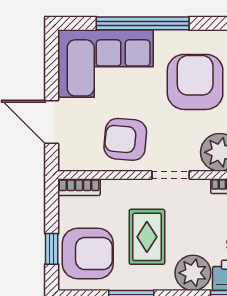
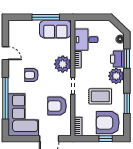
armchair: (195, 82) -> (31, 75), width x0.53, depth x0.53
armchair: (125, 139) -> (57, 106), turned 85
armchair: (88, 254) -> (108, 123), turned -90

